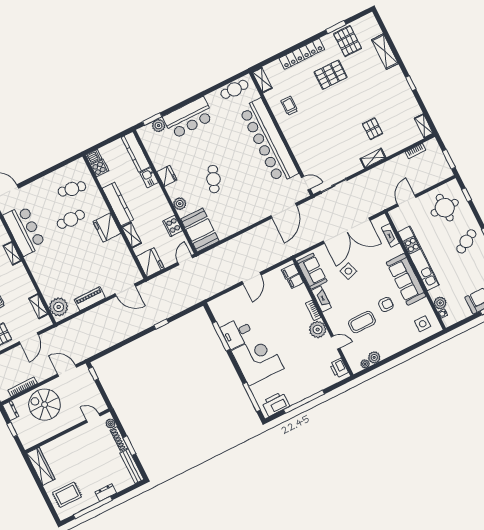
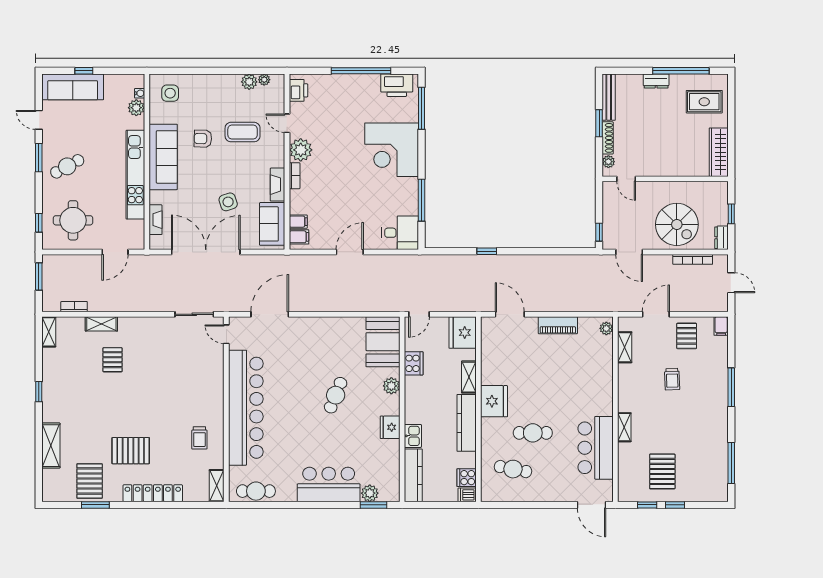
shelving: (373, 158) -> (101, 324), moved
plant: (59, 307) -> (606, 328), width x0.53, depth x0.53
desk: (237, 333) -> (400, 233), moved

